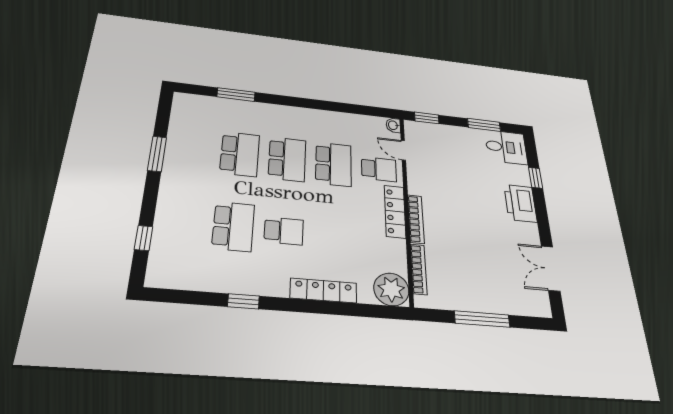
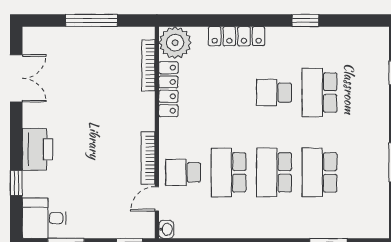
door: (403, 150) -> (157, 199), swing flipped
locker: (395, 211) -> (168, 89), moved
bookcase: (416, 219) -> (148, 158), moved

